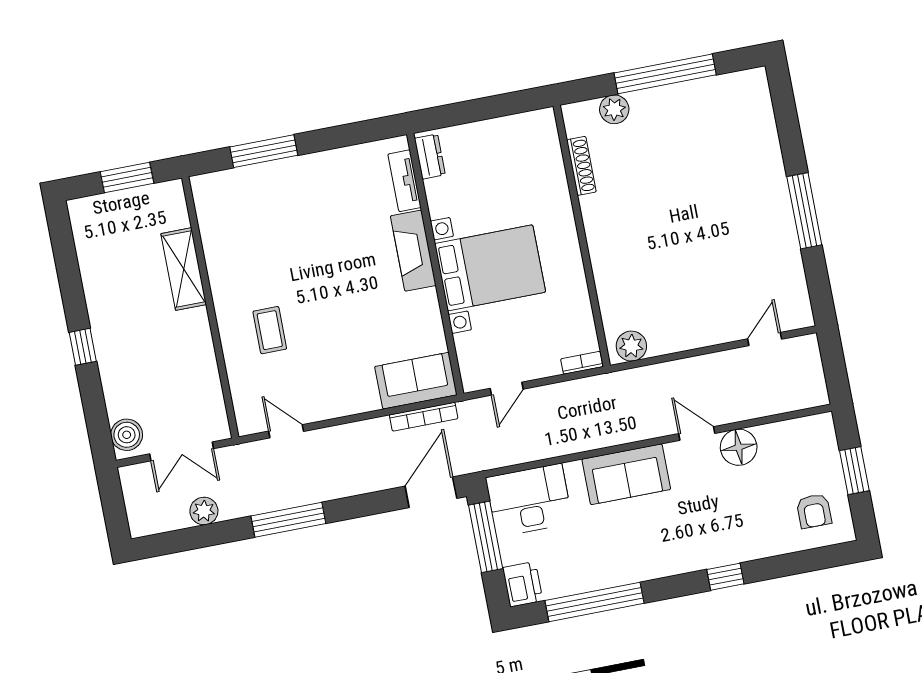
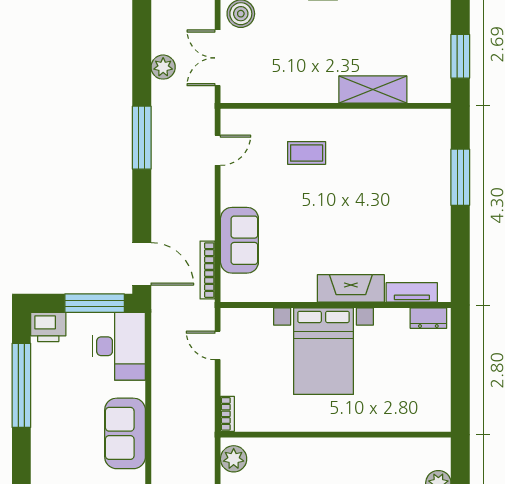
shoe rack: (581, 166) -> (396, 446), removed
sofa: (416, 381) -> (239, 240), moved

